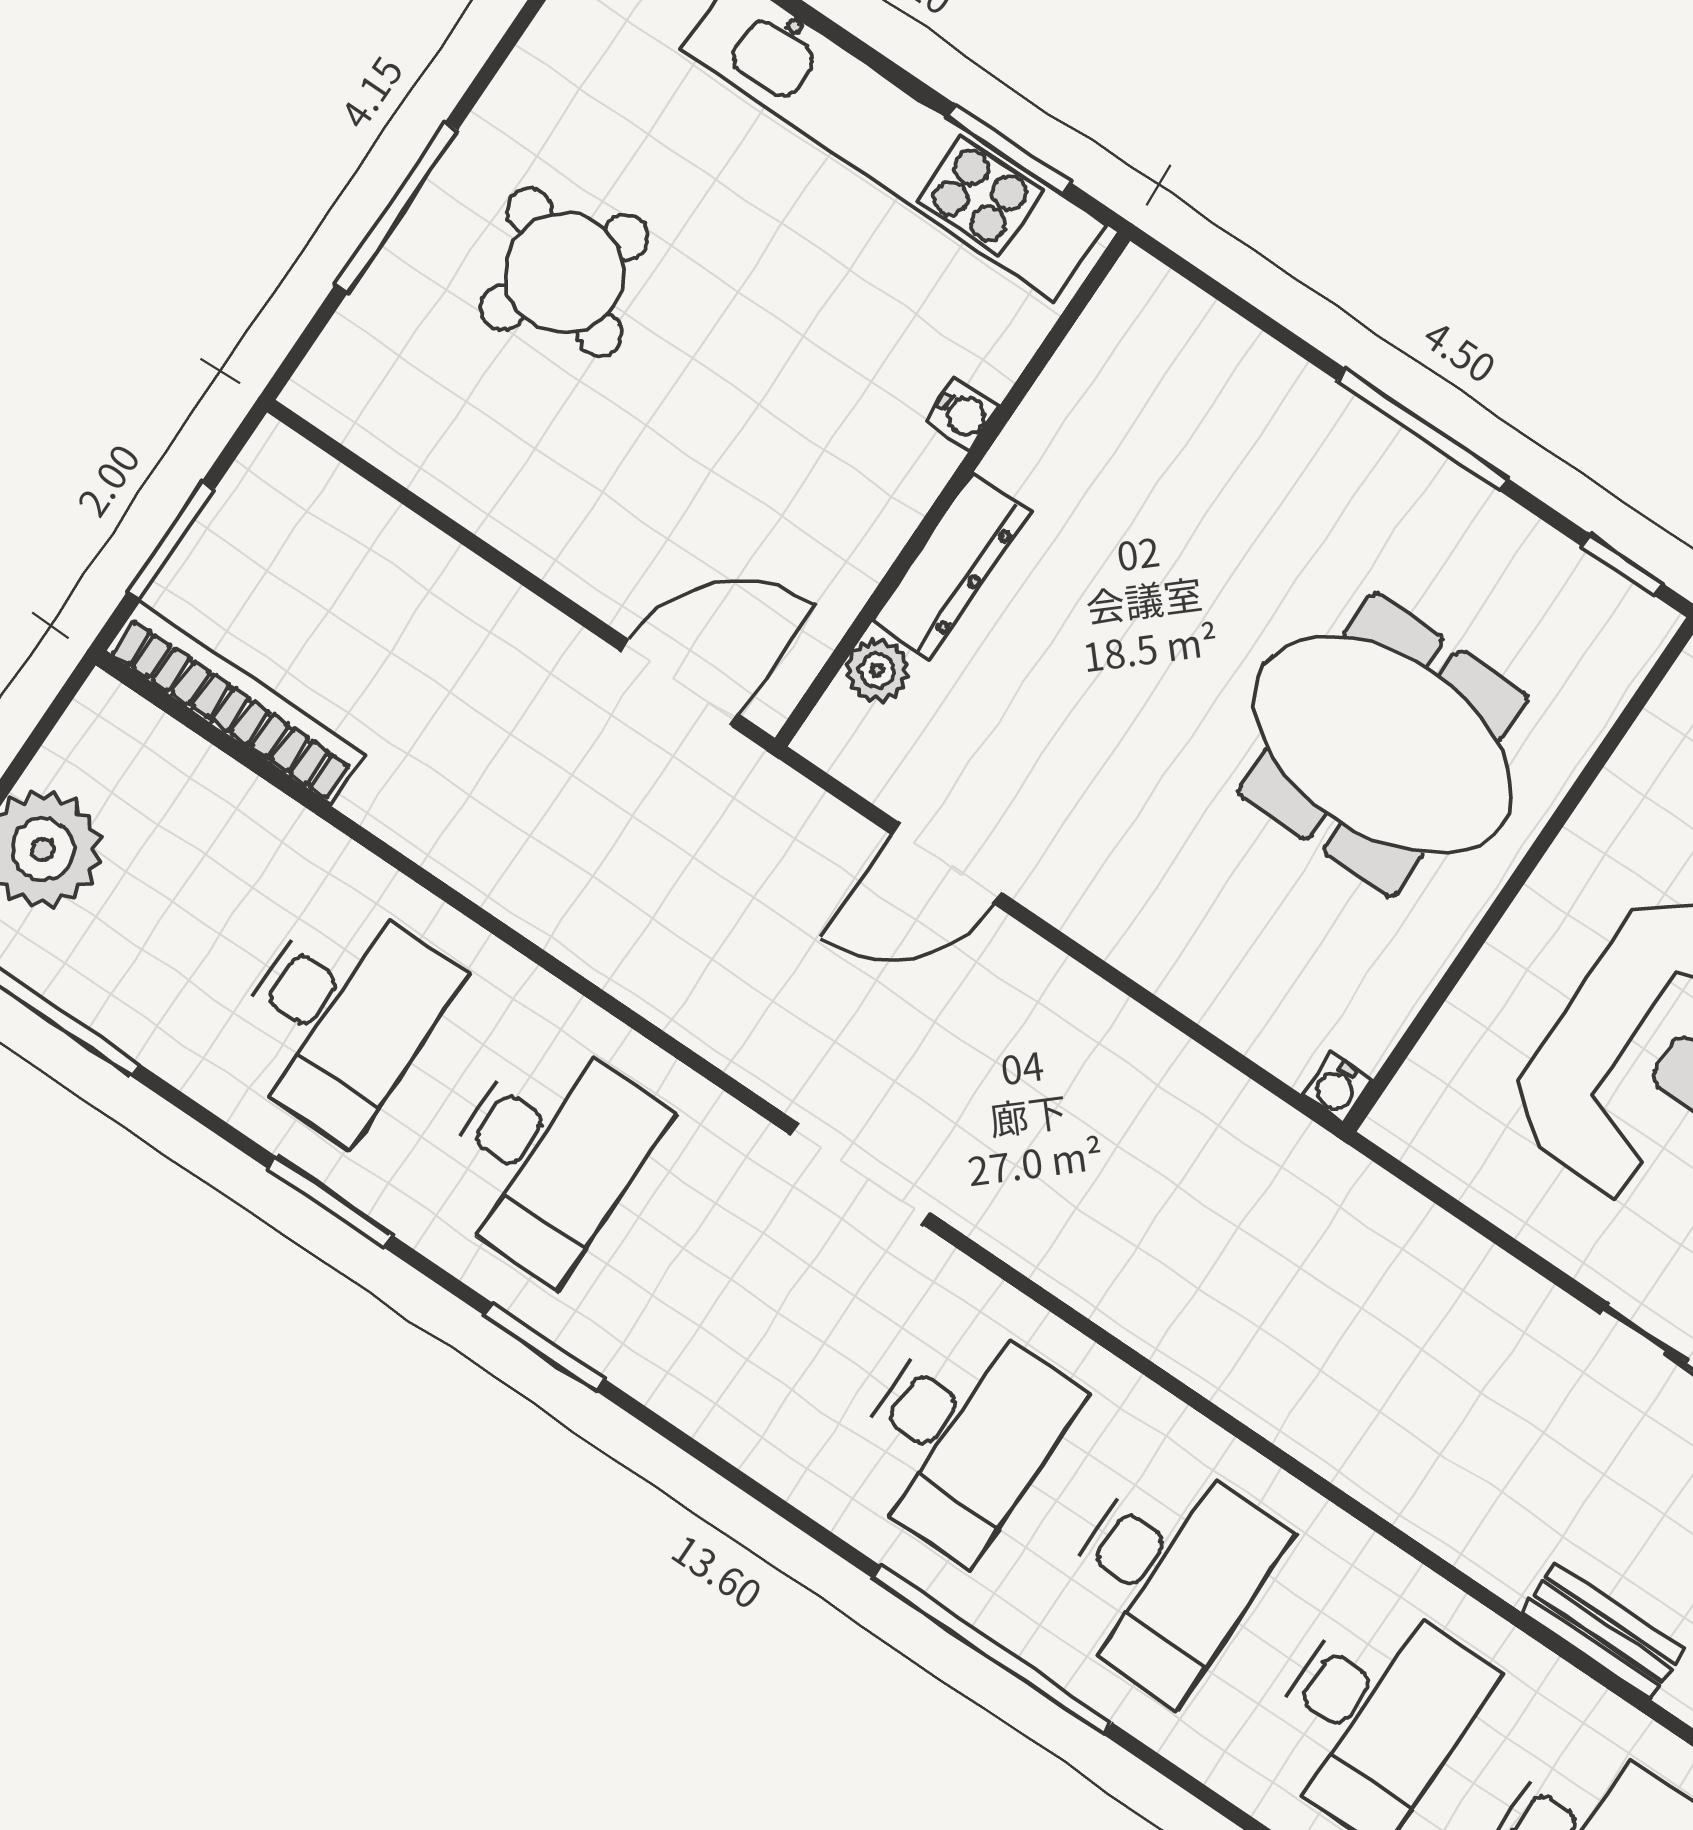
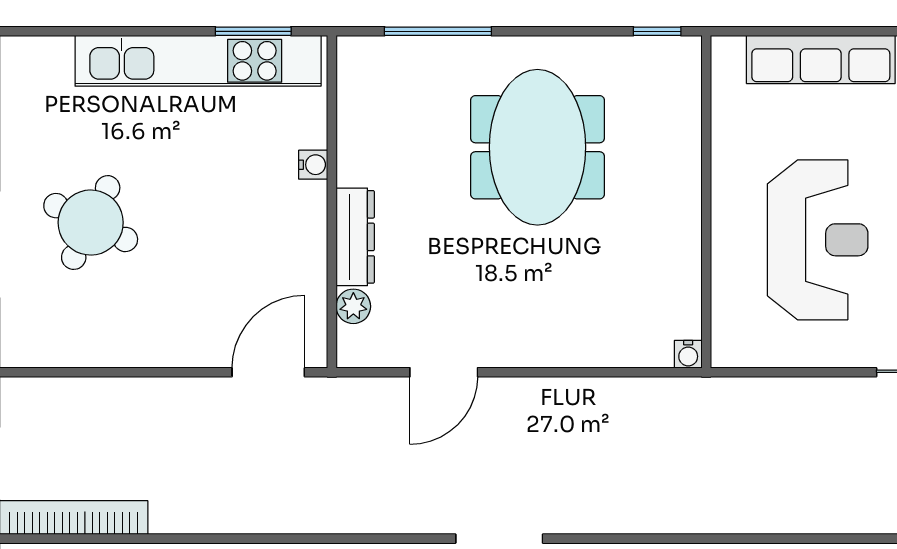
window: (1423, 430) -> (438, 31), moved
meeting table: (1383, 745) -> (537, 147), moved, turned 90

